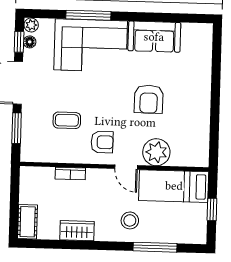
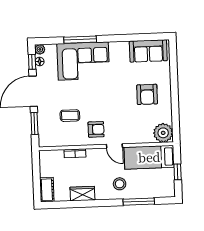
sofa: (154, 37) -> (148, 51), moved
armchair: (149, 99) -> (147, 94), moved
plant: (156, 152) -> (163, 133), moved

